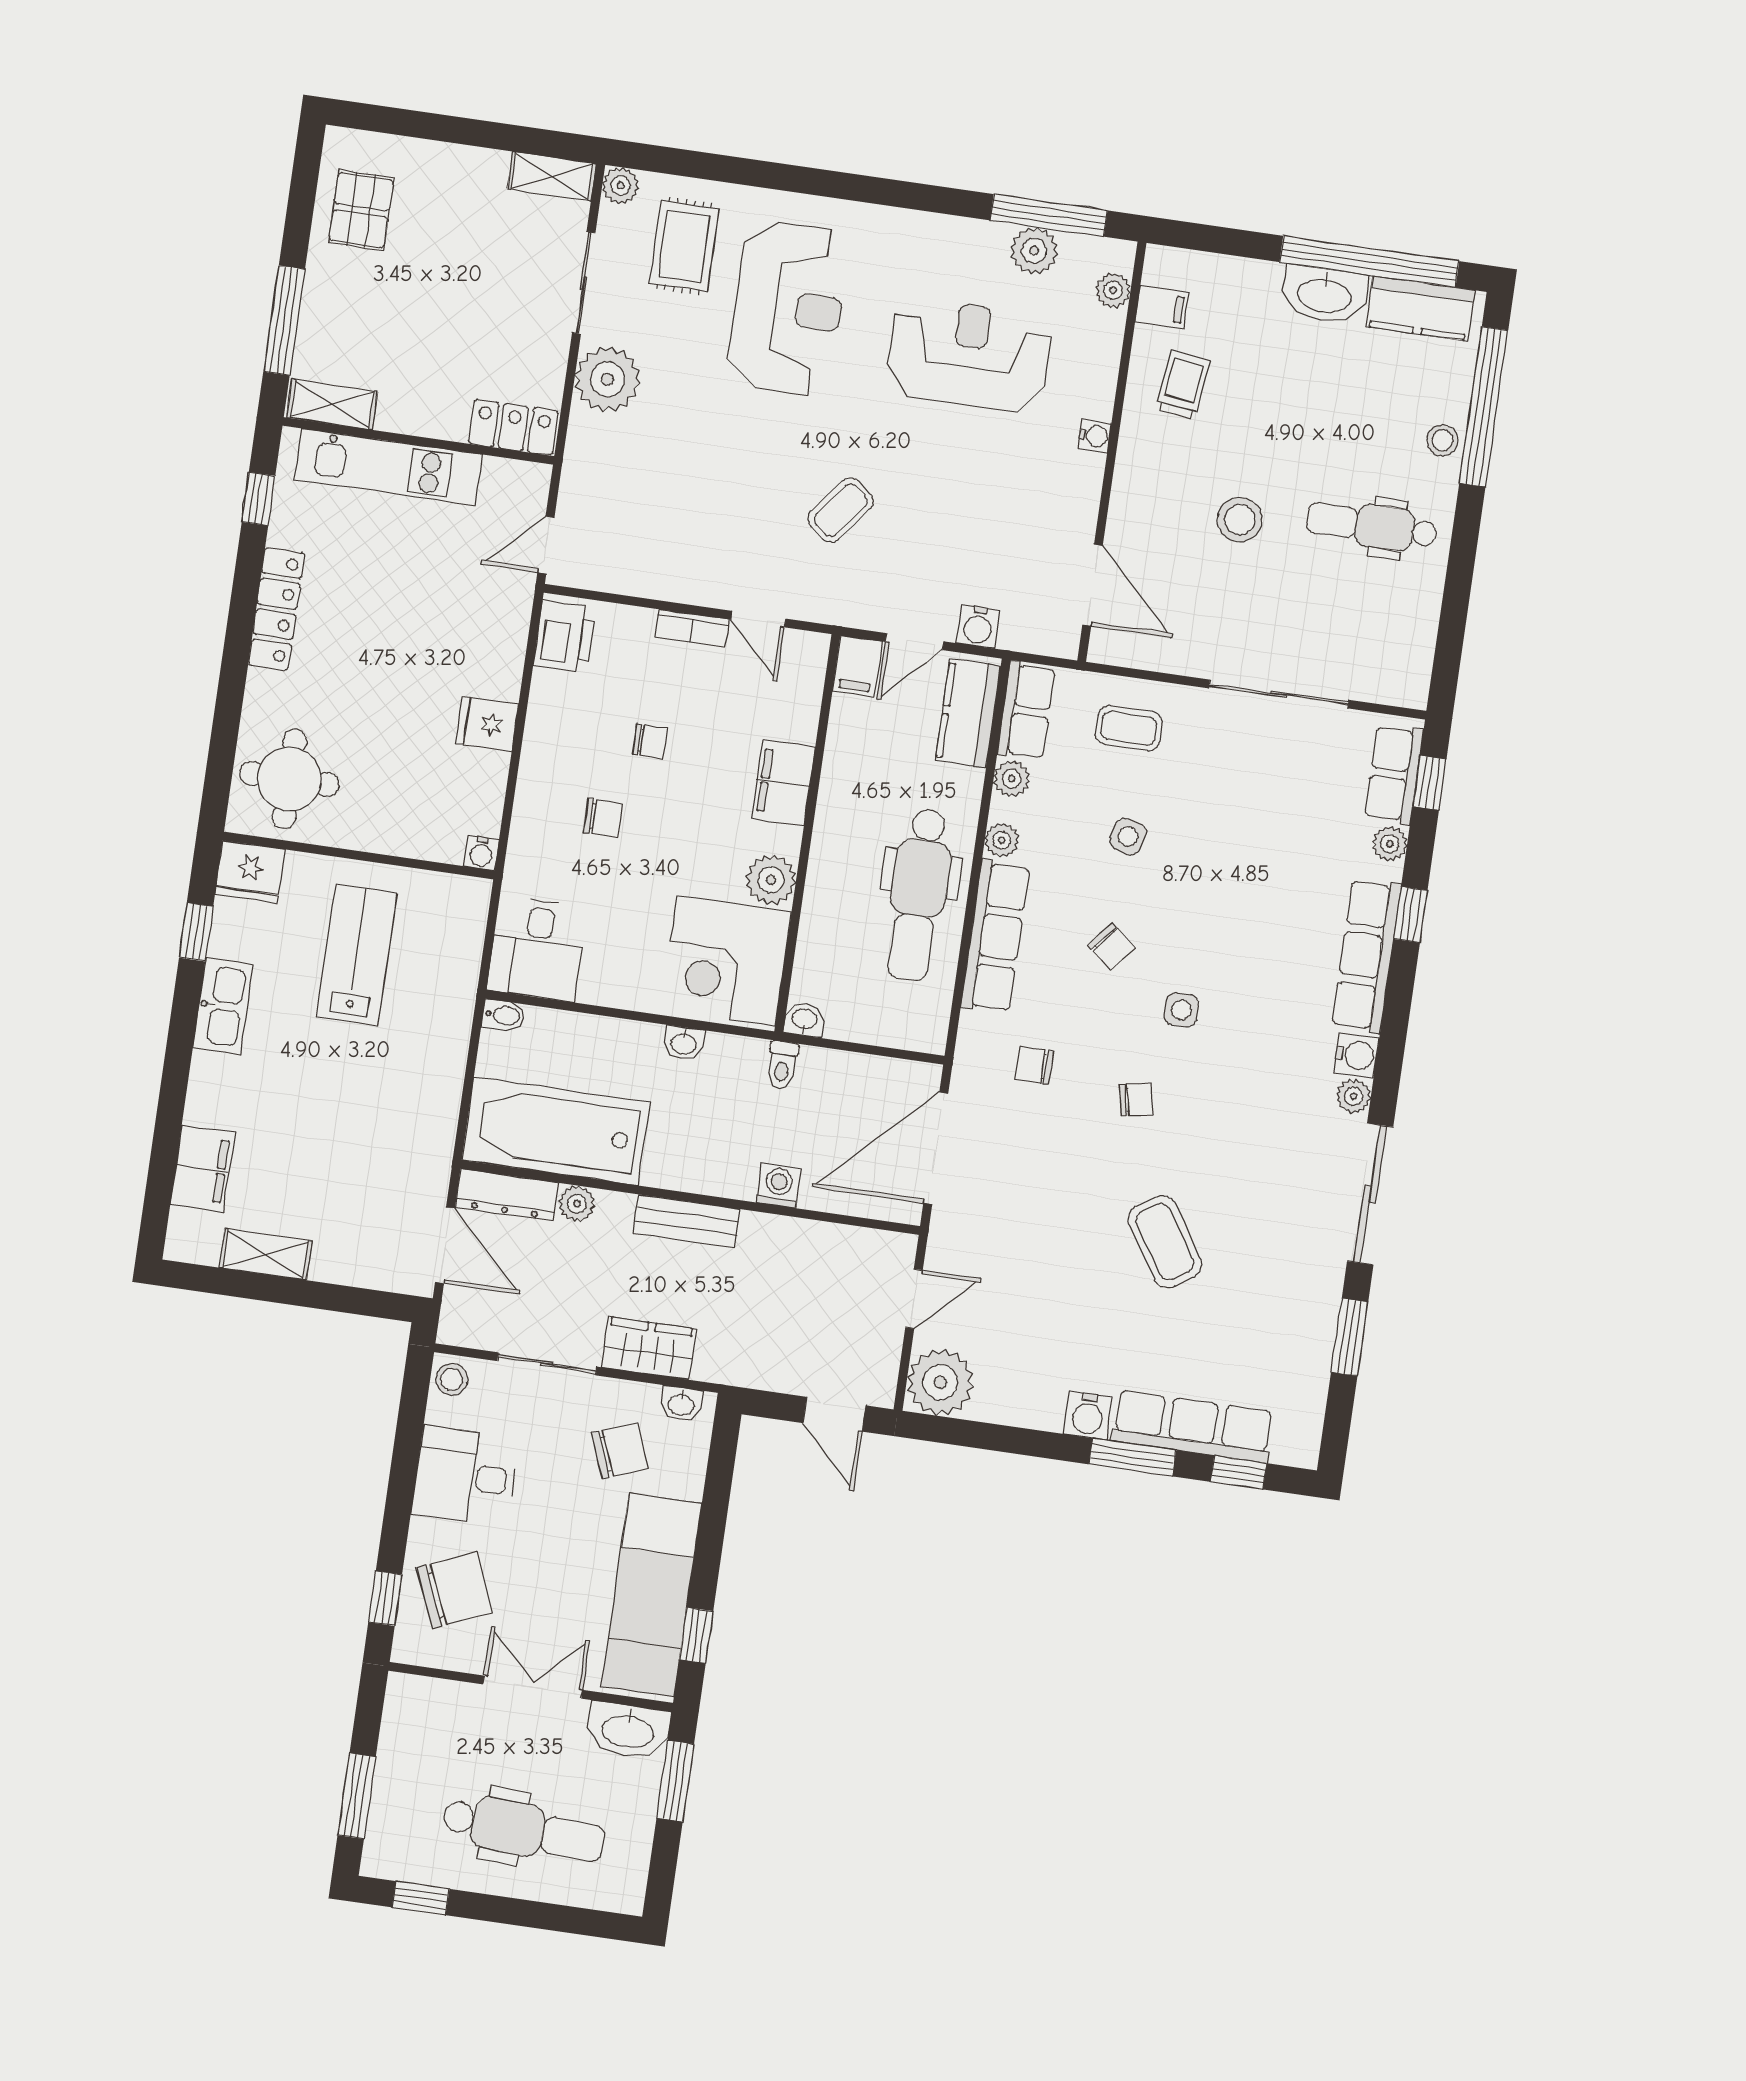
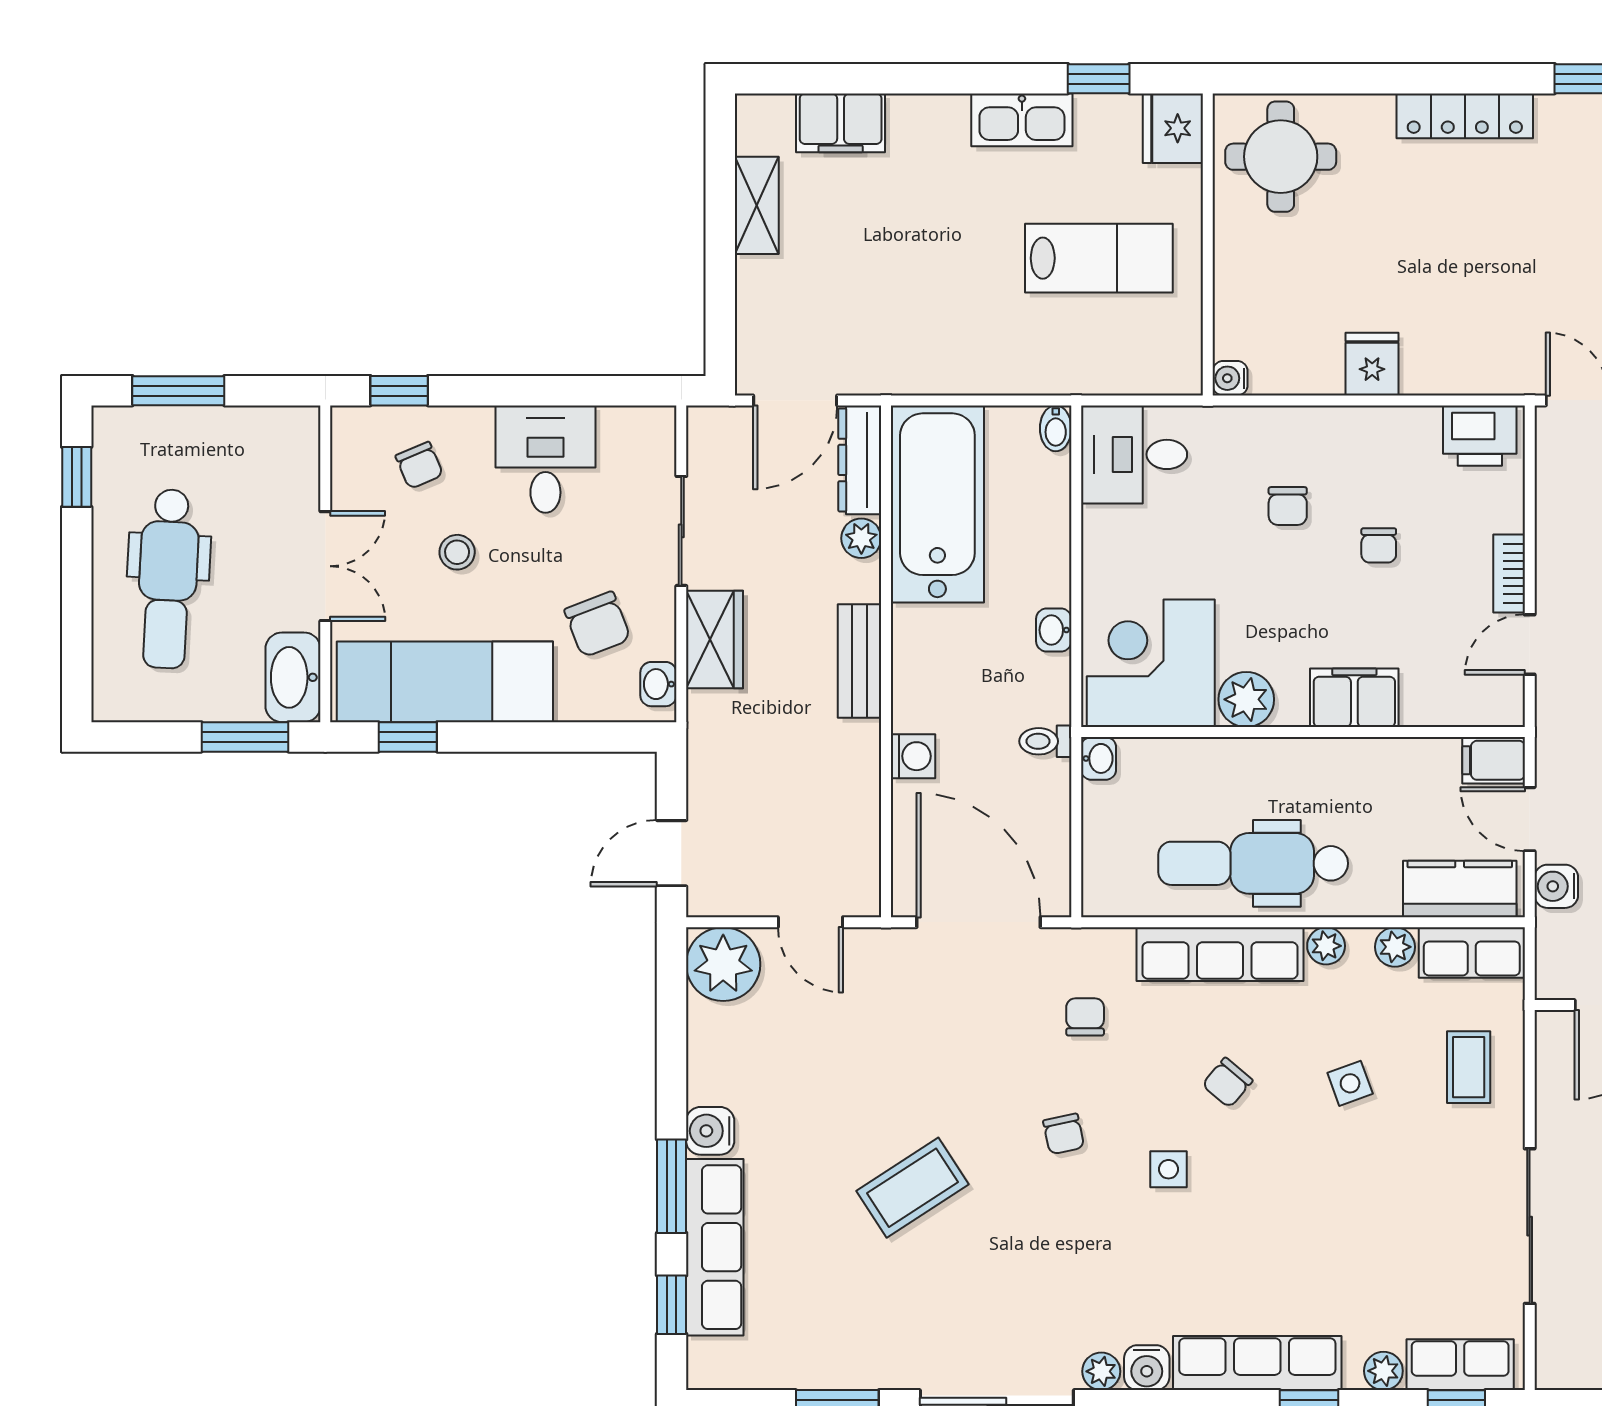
side table: (1128, 836) -> (1350, 1083), turned -36
stool: (452, 1379) -> (457, 552), moved
chair: (455, 1590) -> (419, 465), width x0.54, depth x0.54

